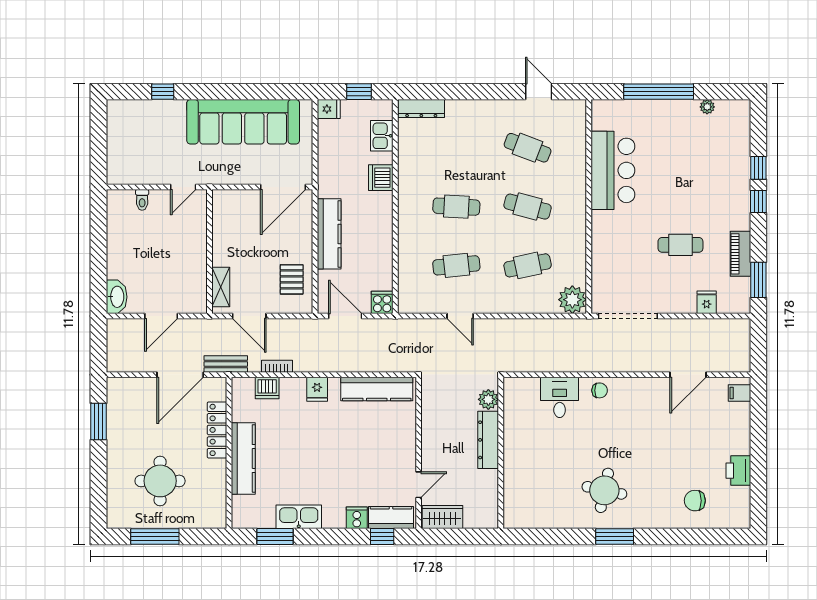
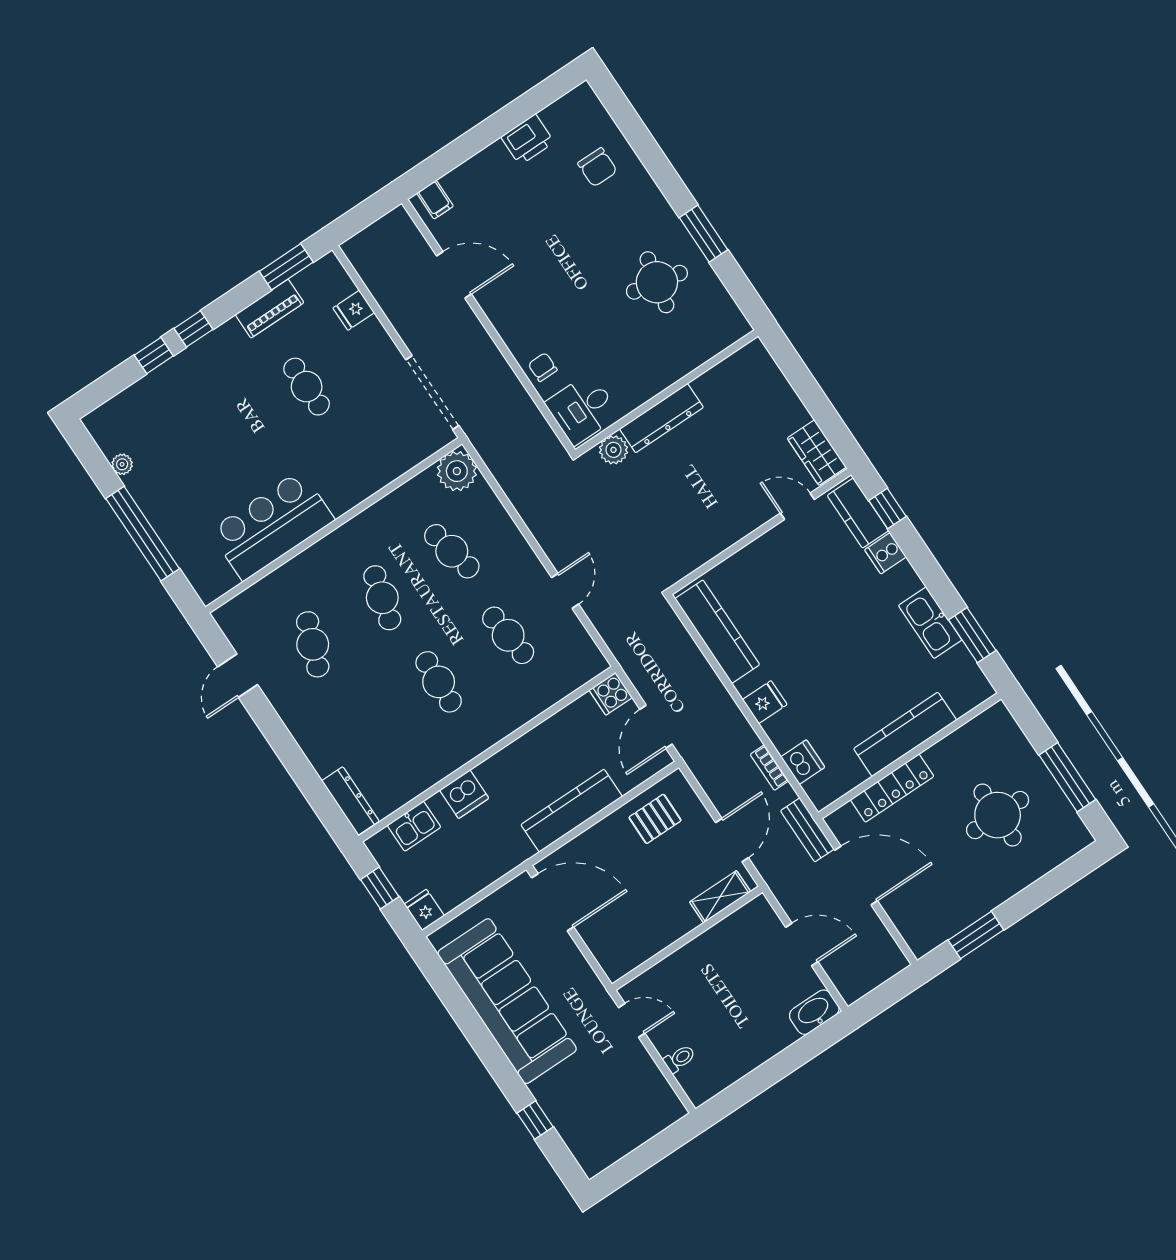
plant: (488, 399) -> (613, 450), moved
dresser: (488, 440) -> (661, 418), moved
wall: (501, 453) -> (667, 393), moved

